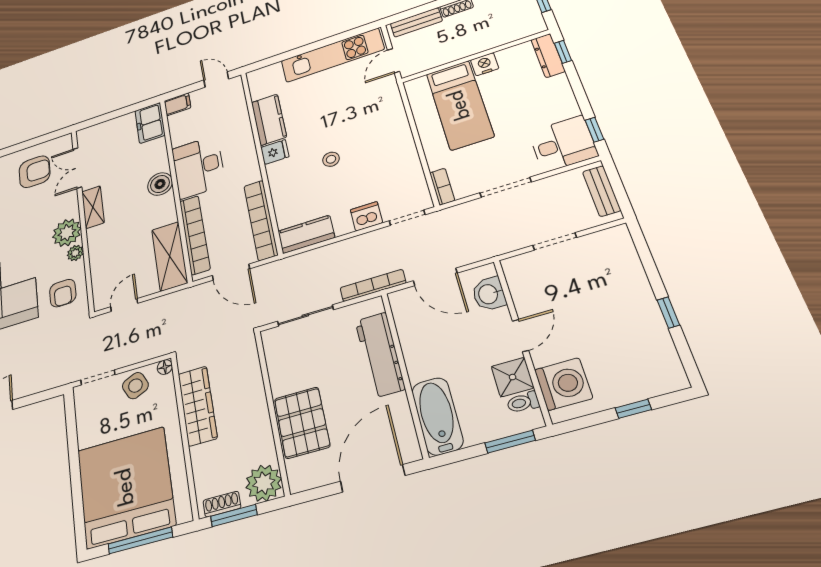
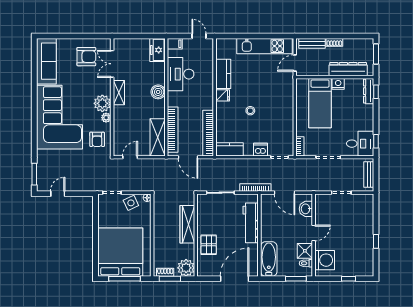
dresser: (496, 36) -> (348, 69), added
desk: (198, 167) -> (181, 74), moved
wardrobe: (197, 406) -> (187, 224), moved, turned 180
pallet: (302, 423) -> (209, 245), width x0.67, depth x0.71

